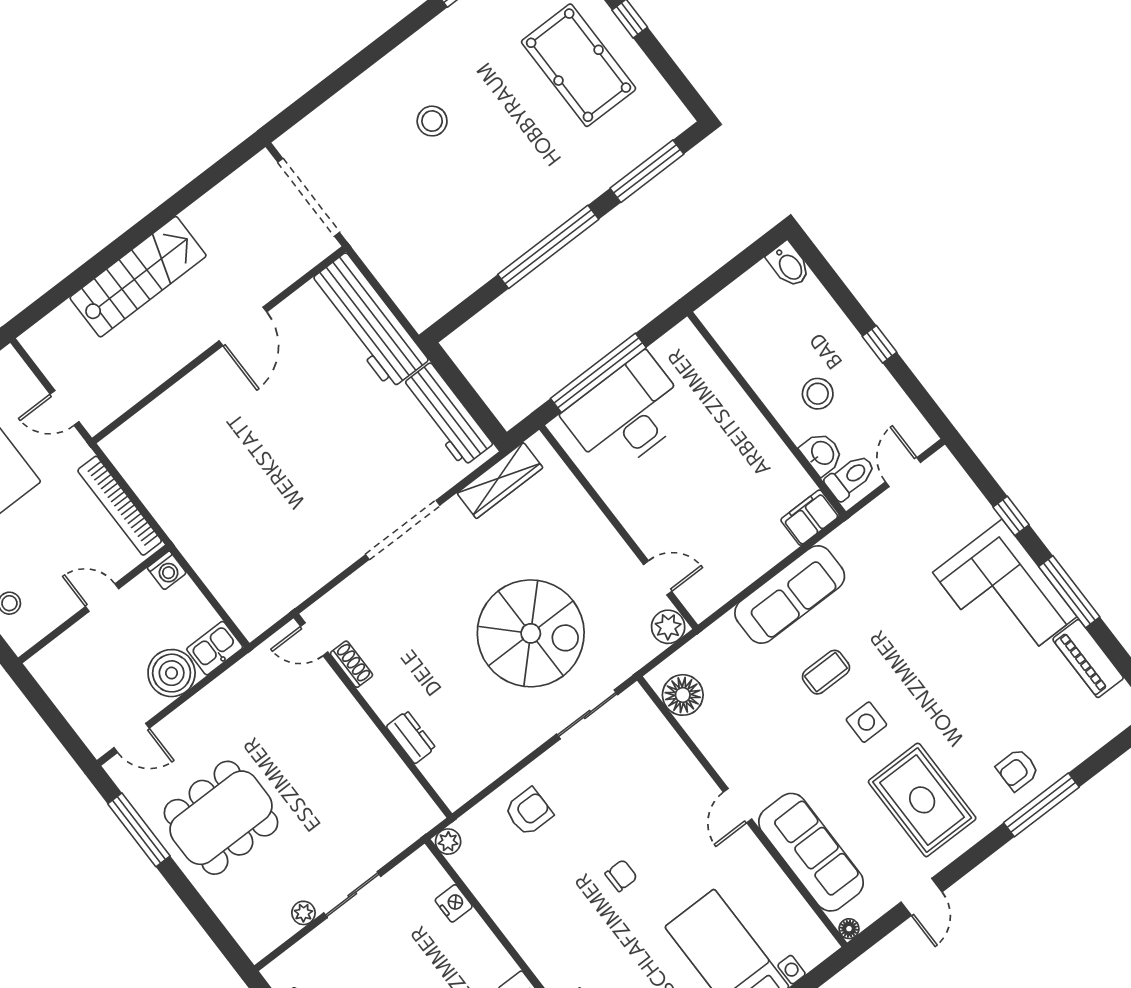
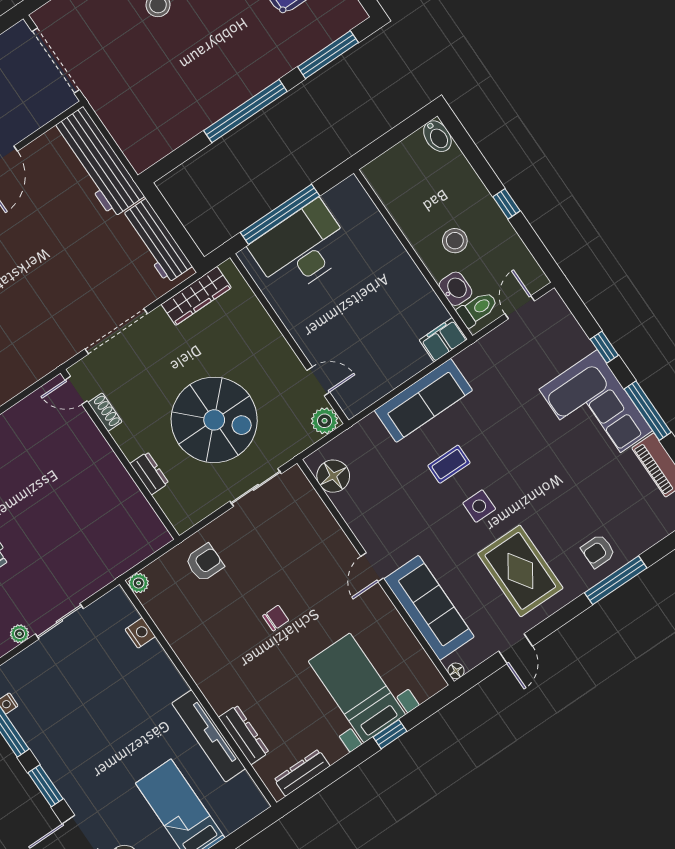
door: (314, 639) -> (76, 390), moved
shoe rack: (351, 664) -> (105, 412), moved
wall: (373, 716) -> (120, 454), moved
dresser: (411, 737) -> (149, 473), moved

